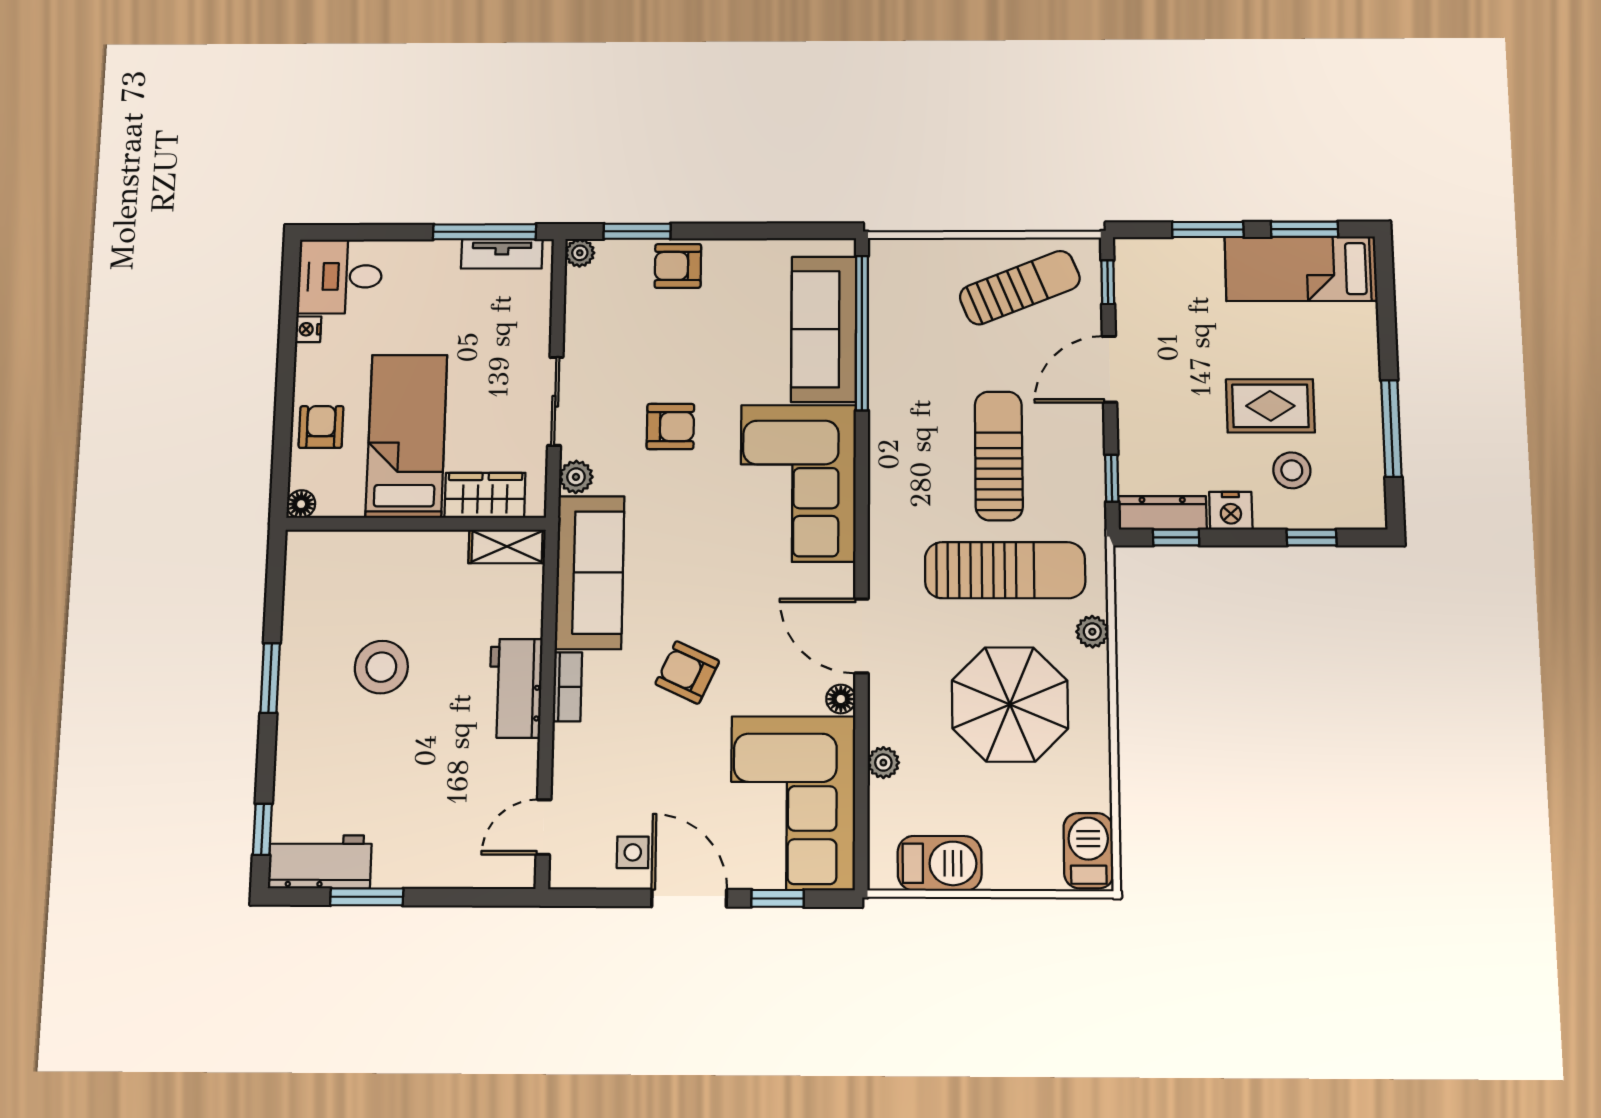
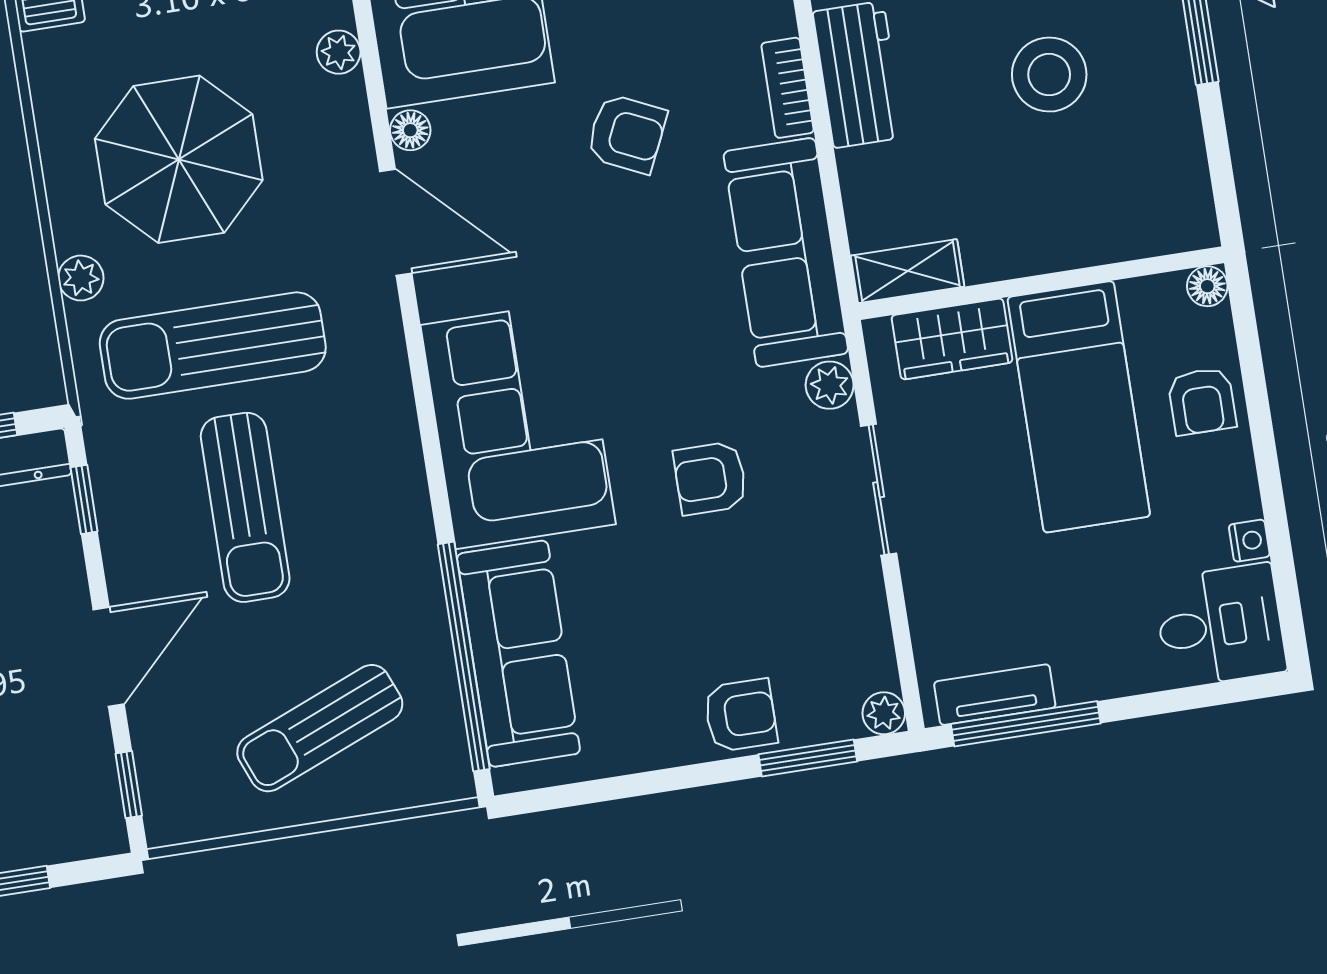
sun lounger: (1020, 288) -> (320, 728), moved

